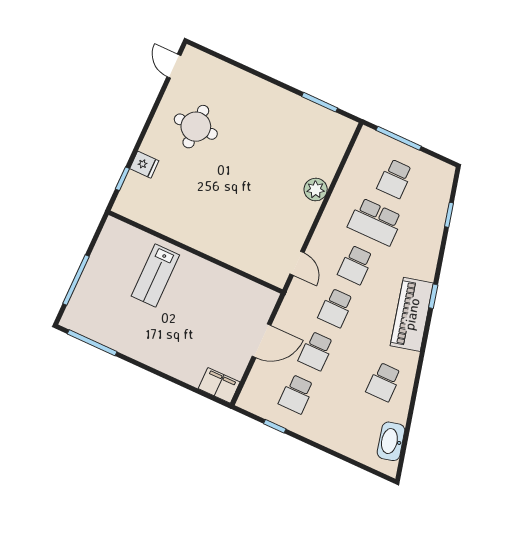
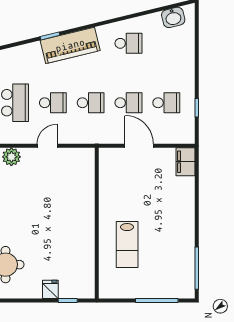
door: (297, 263) -> (47, 146), moved
lab bench: (155, 275) -> (127, 245), turned 90
washbasin: (391, 441) -> (173, 17), width x0.72

